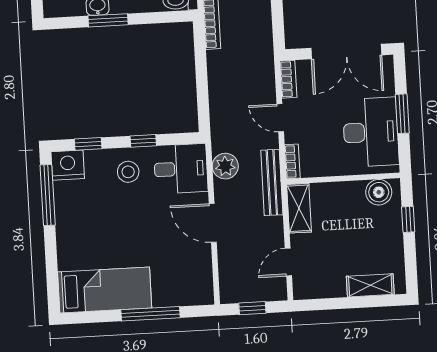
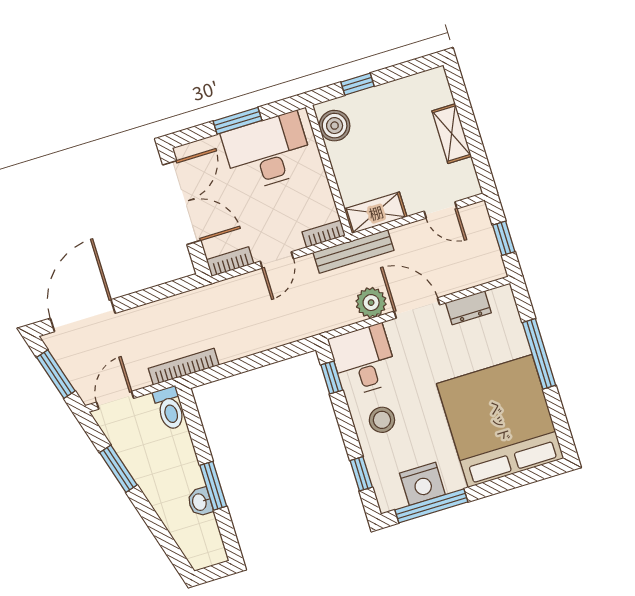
window: (143, 141) -> (332, 377), moved
nightstand: (68, 165) -> (422, 484), moved, turned -90
plant: (225, 166) -> (371, 303), moved
door: (213, 223) -> (417, 308), swing flipped
dresser: (203, 265) -> (468, 308), added
shelving: (370, 285) -> (452, 134), moved
bed: (105, 290) -> (500, 421), width x2.04

